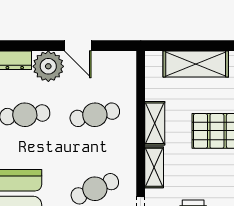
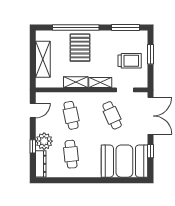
window: (39, 46) -> (33, 146), added
door: (78, 46) -> (33, 110), moved

